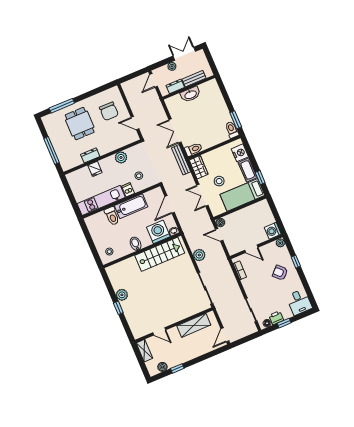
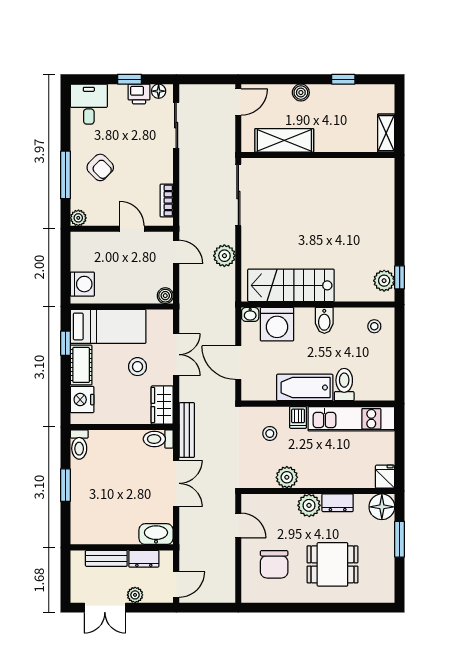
washbasin: (190, 94) -> (156, 534), moved
window: (62, 106) -> (350, 608), removed
chair: (109, 111) -> (274, 564), turned 180
window: (236, 120) -> (65, 485), moved
dining table: (80, 124) -> (332, 564), turned 90
plant: (104, 148) -> (309, 505), added
window: (51, 150) -> (400, 539), width x0.69
floor lamp: (67, 163) -> (382, 507), added
fridge: (95, 169) -> (385, 477), moved
door: (170, 204) -> (238, 363), swing flipped
washing machine: (273, 231) -> (82, 284), moved
door: (219, 235) -> (176, 252), moved
window: (296, 262) -> (65, 175), width x2.17
plant: (122, 295) -> (384, 281), moved
window: (118, 308) -> (400, 277), moved
door: (159, 331) -> (347, 155), removed
boiler: (162, 367) -> (301, 93), moved

